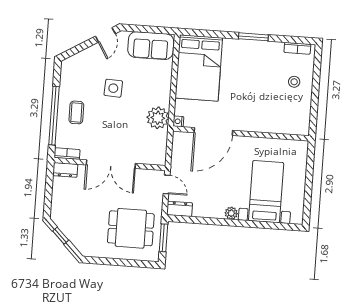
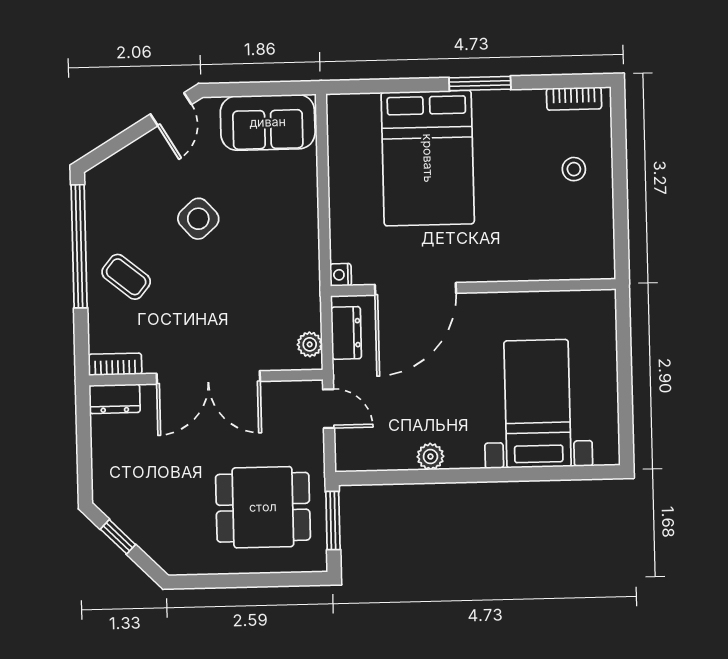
bed: (199, 68) -> (428, 158), moved
side table: (113, 88) -> (198, 219), turned 45
coffee table: (76, 112) -> (126, 277), turned -51
window: (54, 116) -> (79, 246), moved
plant: (158, 118) -> (310, 344), moved, width x0.53, depth x0.53
dresser: (180, 209) -> (346, 333), moved, turned 90
plant: (231, 213) -> (430, 457), moved

